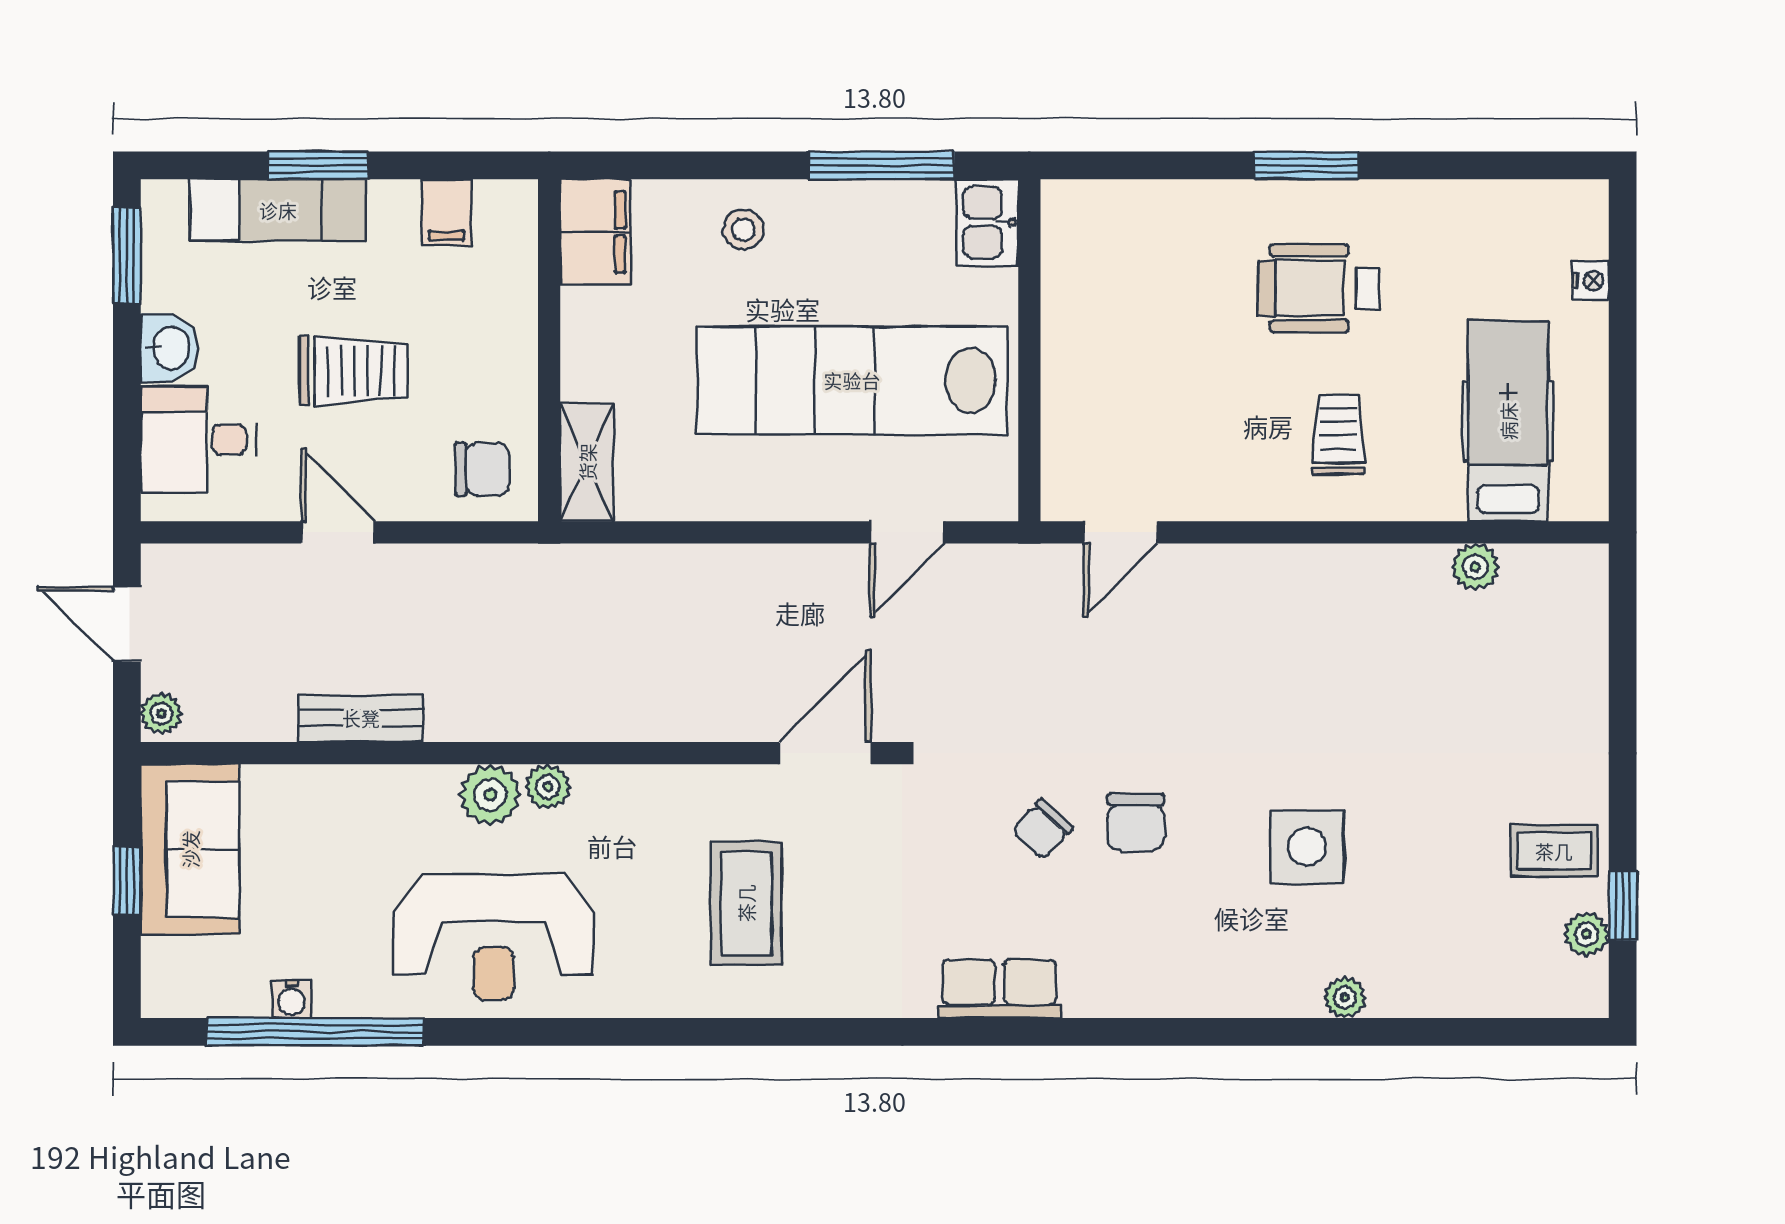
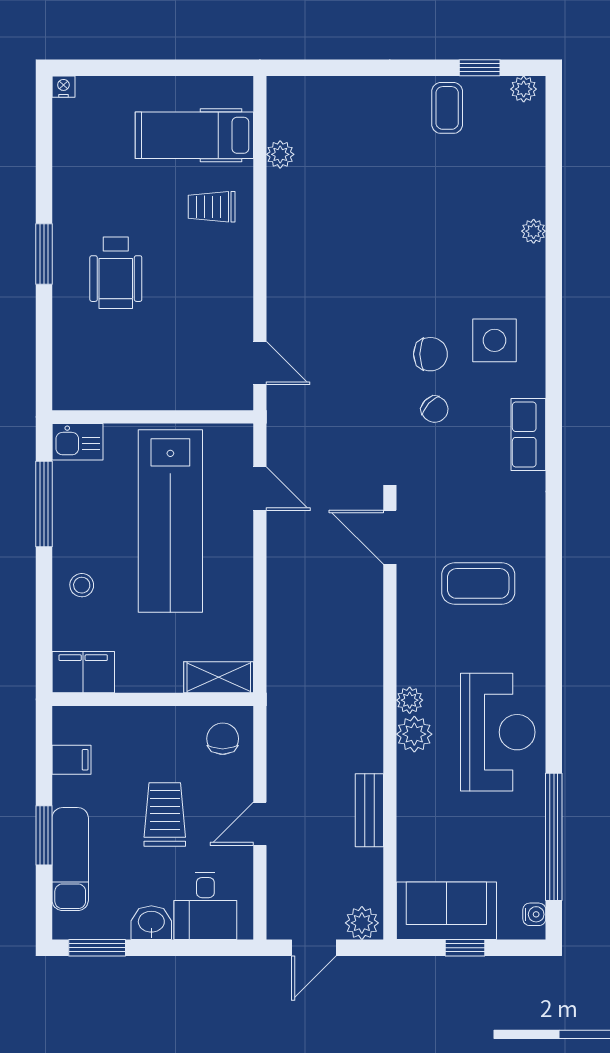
nightstand: (1591, 281) -> (63, 87), moved
wheelchair: (1319, 288) -> (116, 273), moved
trolley: (1338, 434) -> (212, 207), moved
plant: (161, 714) -> (362, 923), width x1.38, depth x1.38
side table: (1307, 847) -> (495, 340), moved
plant: (1587, 934) -> (524, 89), moved
water cooler: (292, 999) -> (534, 914), moved

